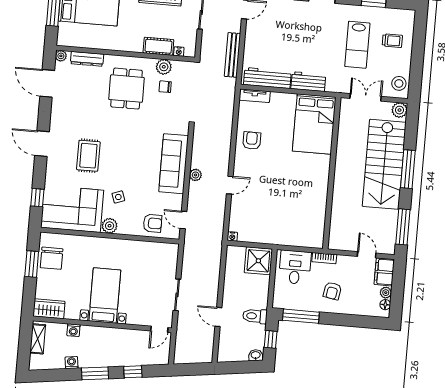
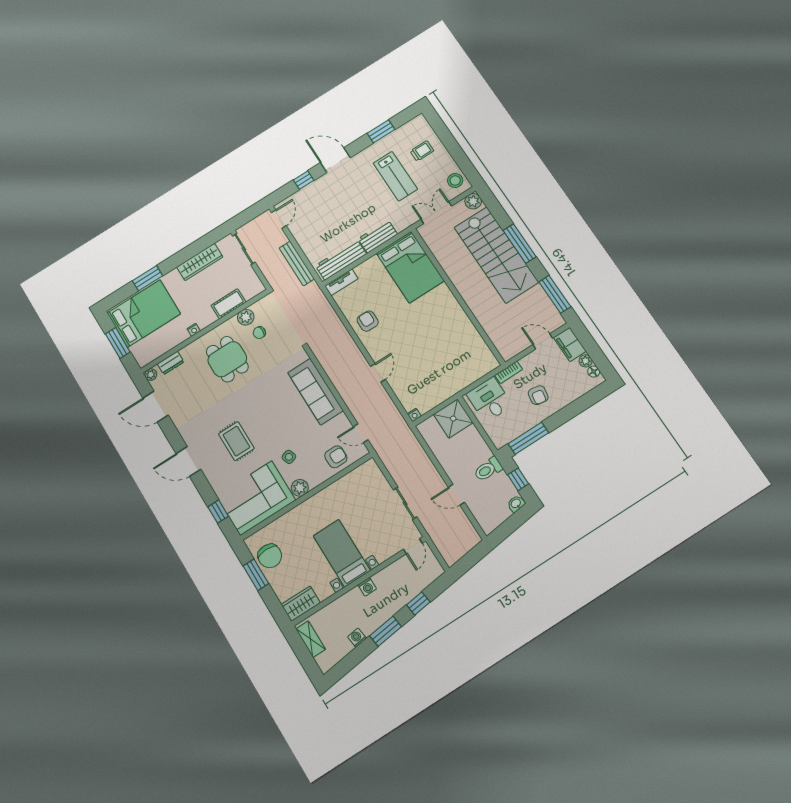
nightstand: (179, 51) -> (194, 330), moved
dresser: (87, 59) -> (171, 363), width x0.70
plant: (195, 175) -> (342, 387), removed
washing machine: (73, 330) -> (367, 587), moved

